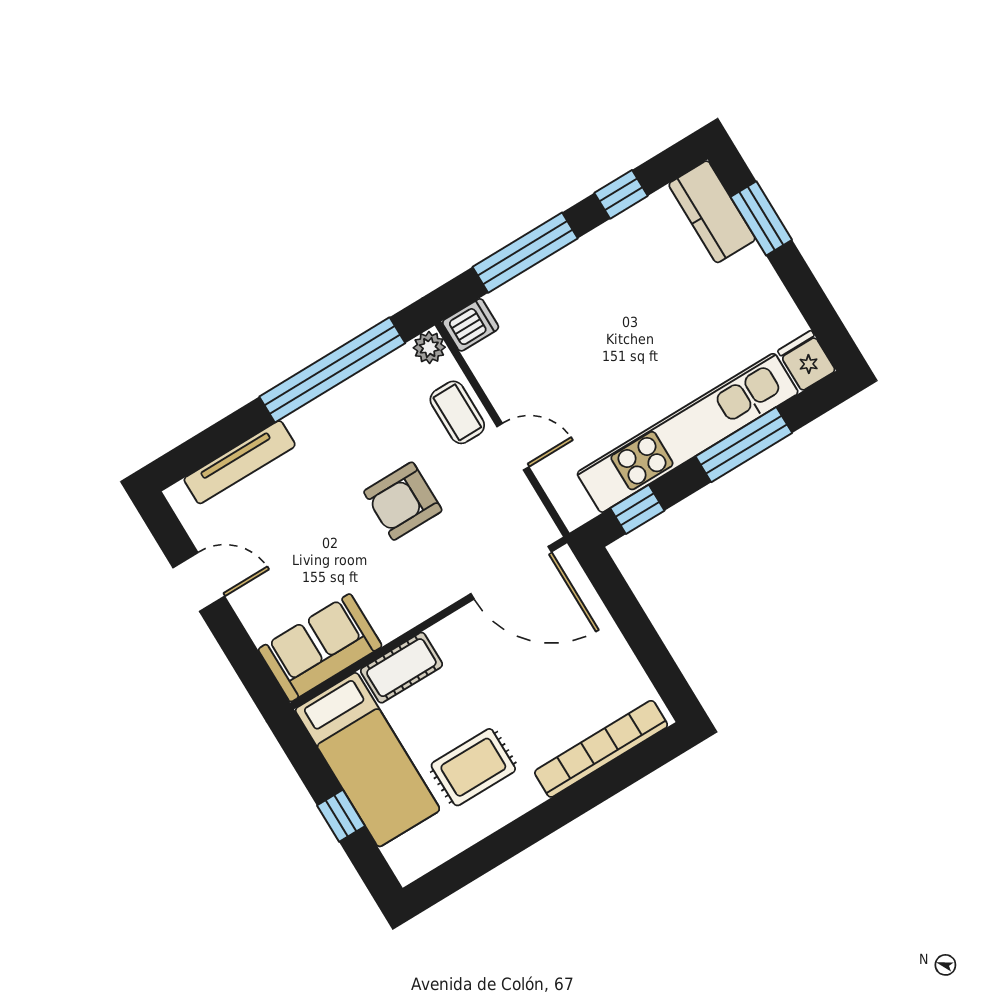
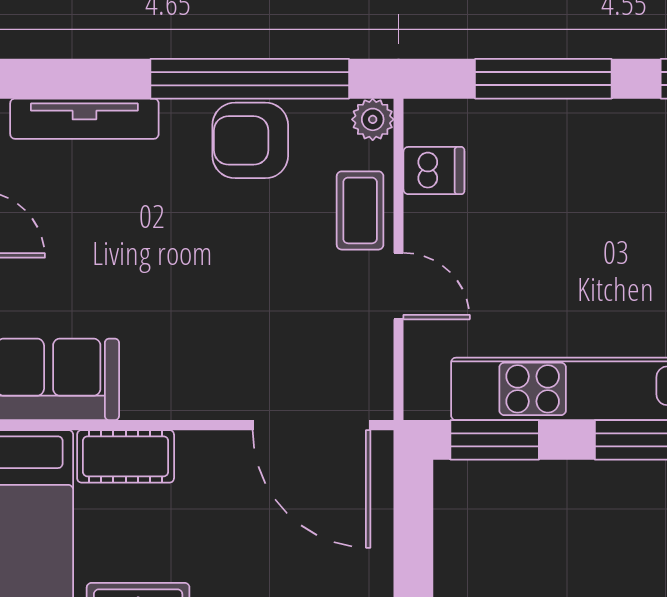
dishwasher: (471, 325) -> (434, 171), moved
armchair: (403, 501) -> (250, 140), moved
window: (637, 509) -> (495, 440), width x1.50

